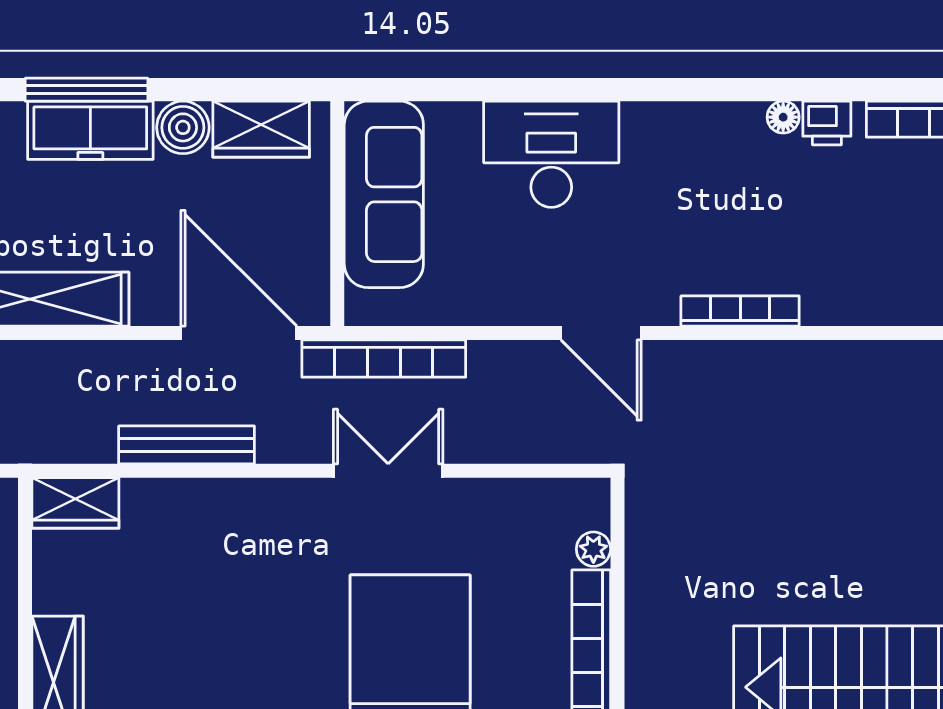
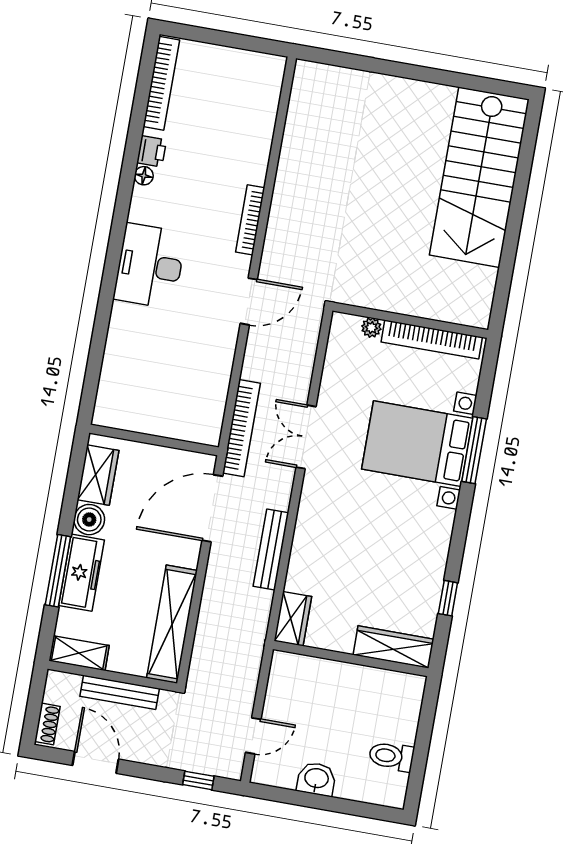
desk: (551, 154) -> (150, 266), moved
sofa: (384, 194) -> (148, 412), removed

